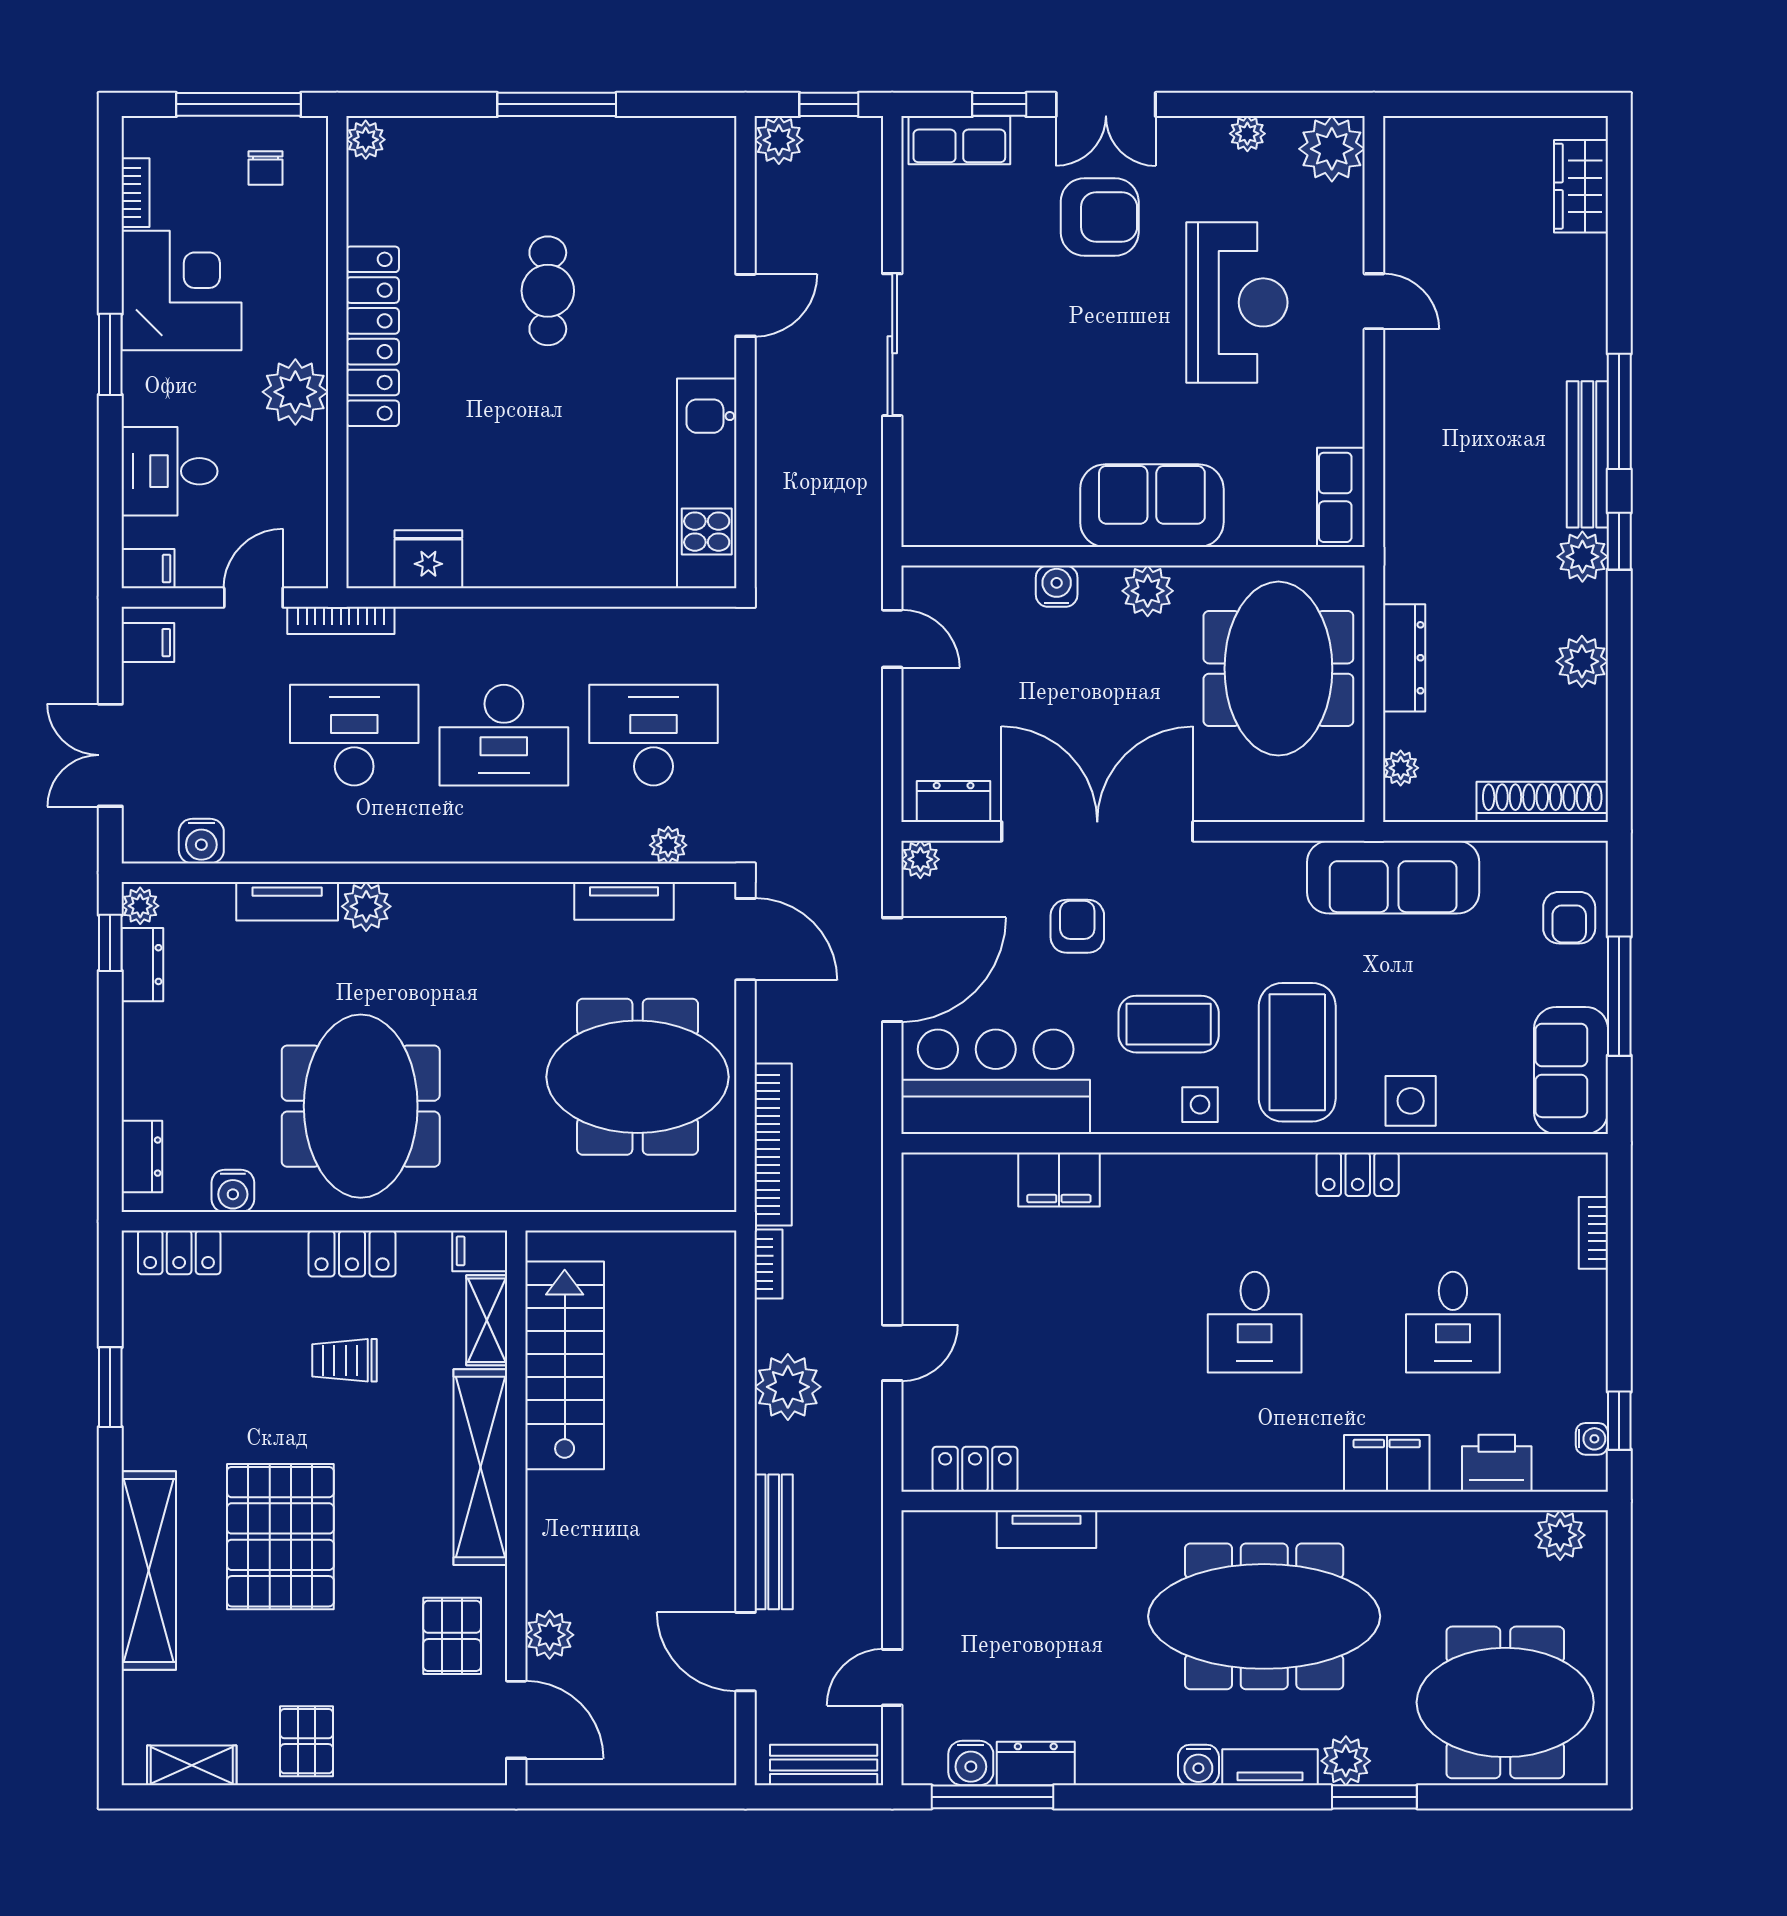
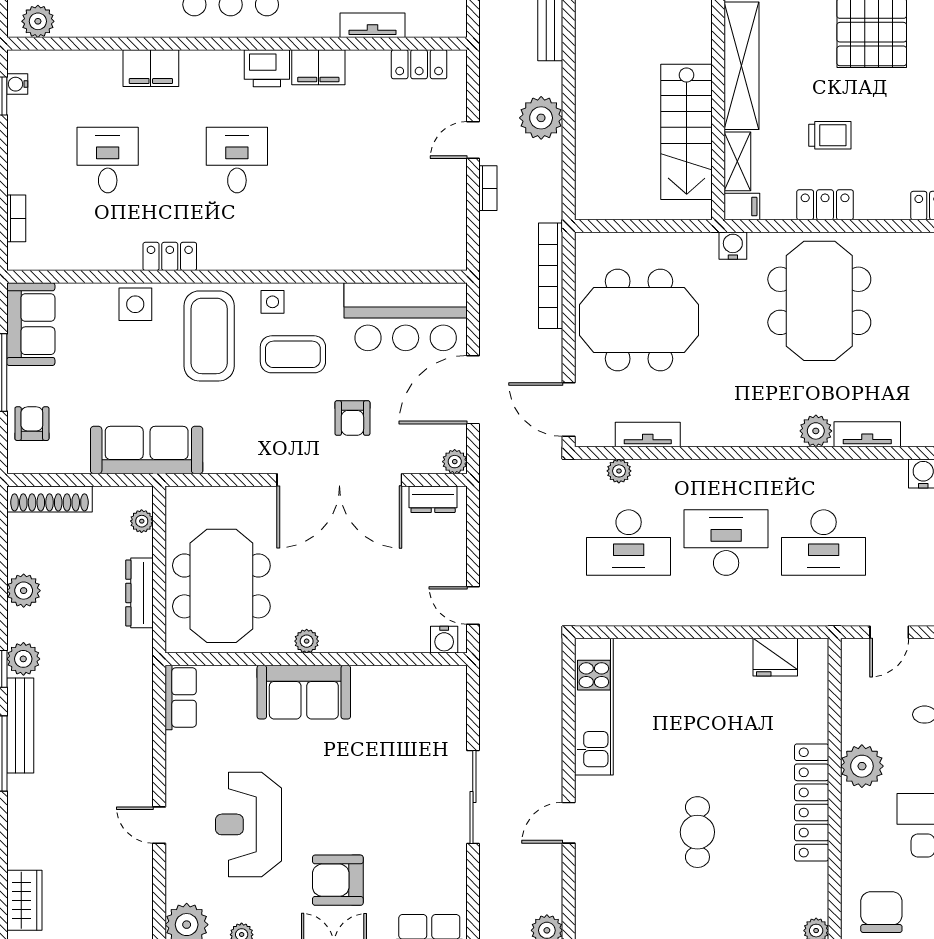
chair: (265, 168) -> (881, 912), width x1.87, depth x1.87
water cooler: (1057, 586) -> (444, 640), moved
plant: (1148, 591) -> (307, 641), width x0.73, depth x0.73
bookcase: (341, 620) -> (832, 617), removed
filing cabinet: (1059, 1180) -> (318, 67), moved, turned 180
water cooler: (233, 1191) -> (733, 246), moved
bookcase: (769, 1264) -> (488, 188), moved, turned 180
printer: (1497, 1463) -> (267, 68), moved

